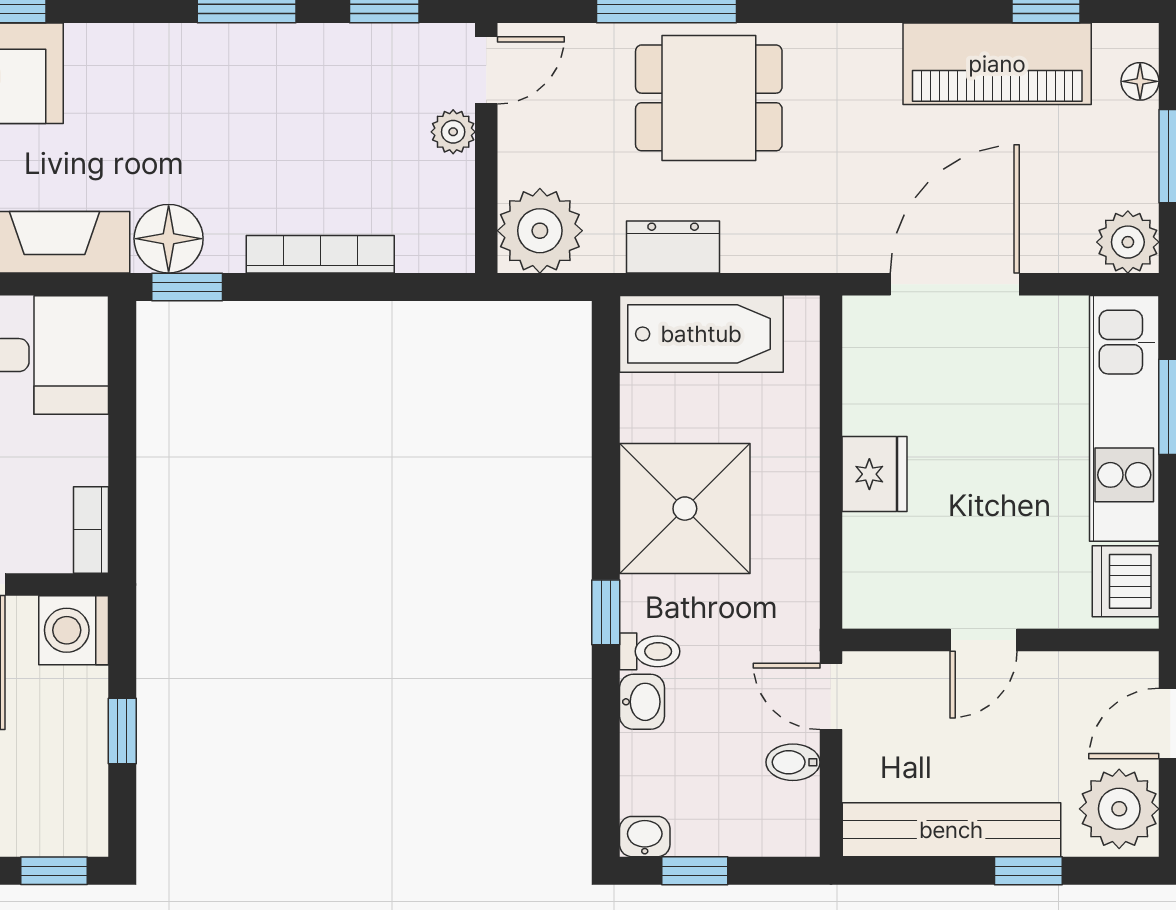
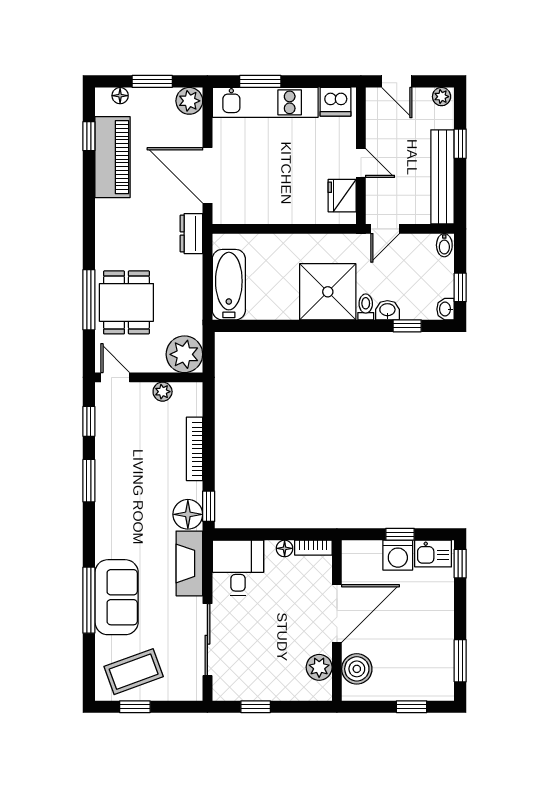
dining table: (709, 98) -> (126, 302), moved
plant: (453, 132) -> (163, 392), moved
dresser: (673, 247) -> (191, 234), moved
floor lamp: (89, 463) -> (285, 548), added
fridge: (874, 474) -> (342, 196), moved, turned -90
shower: (685, 509) -> (328, 292), moved
window: (606, 612) -> (407, 326), moved
washing machine: (74, 630) -> (398, 555), moved
bidet: (793, 762) -> (444, 245), moved
kitchen sink: (77, 808) -> (433, 554), added
plant: (1119, 809) -> (442, 97), width x0.53, depth x0.53

